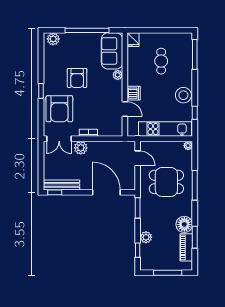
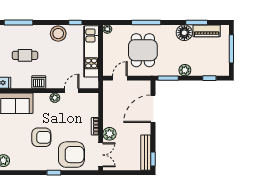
plant: (118, 75) -> (55, 98), moved
dishwasher: (134, 93) -> (39, 82), moved
plant: (146, 237) -> (185, 70), moved

